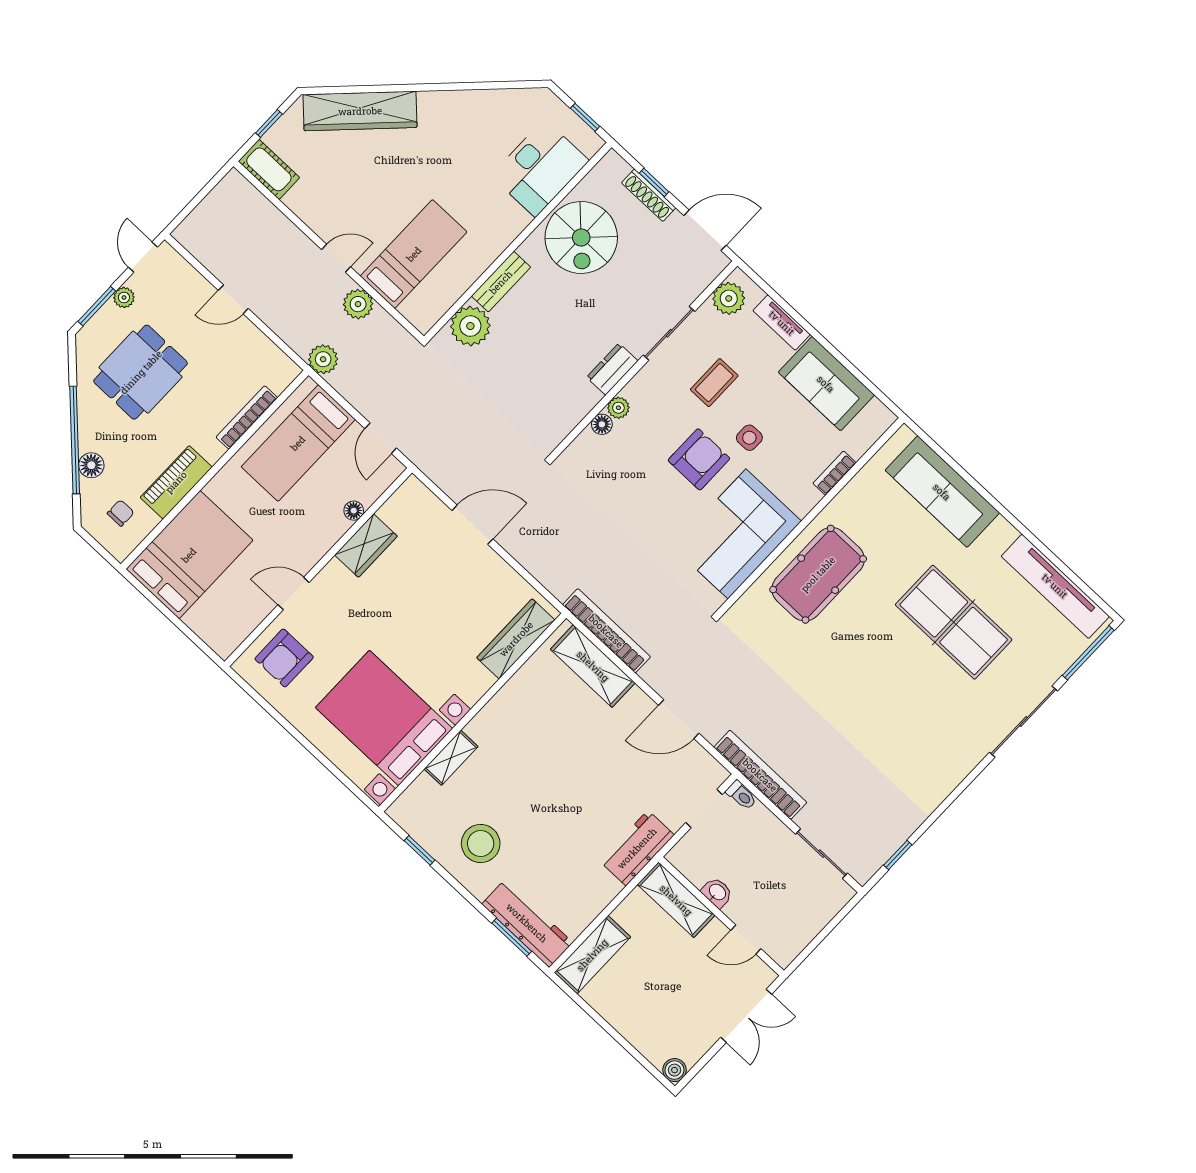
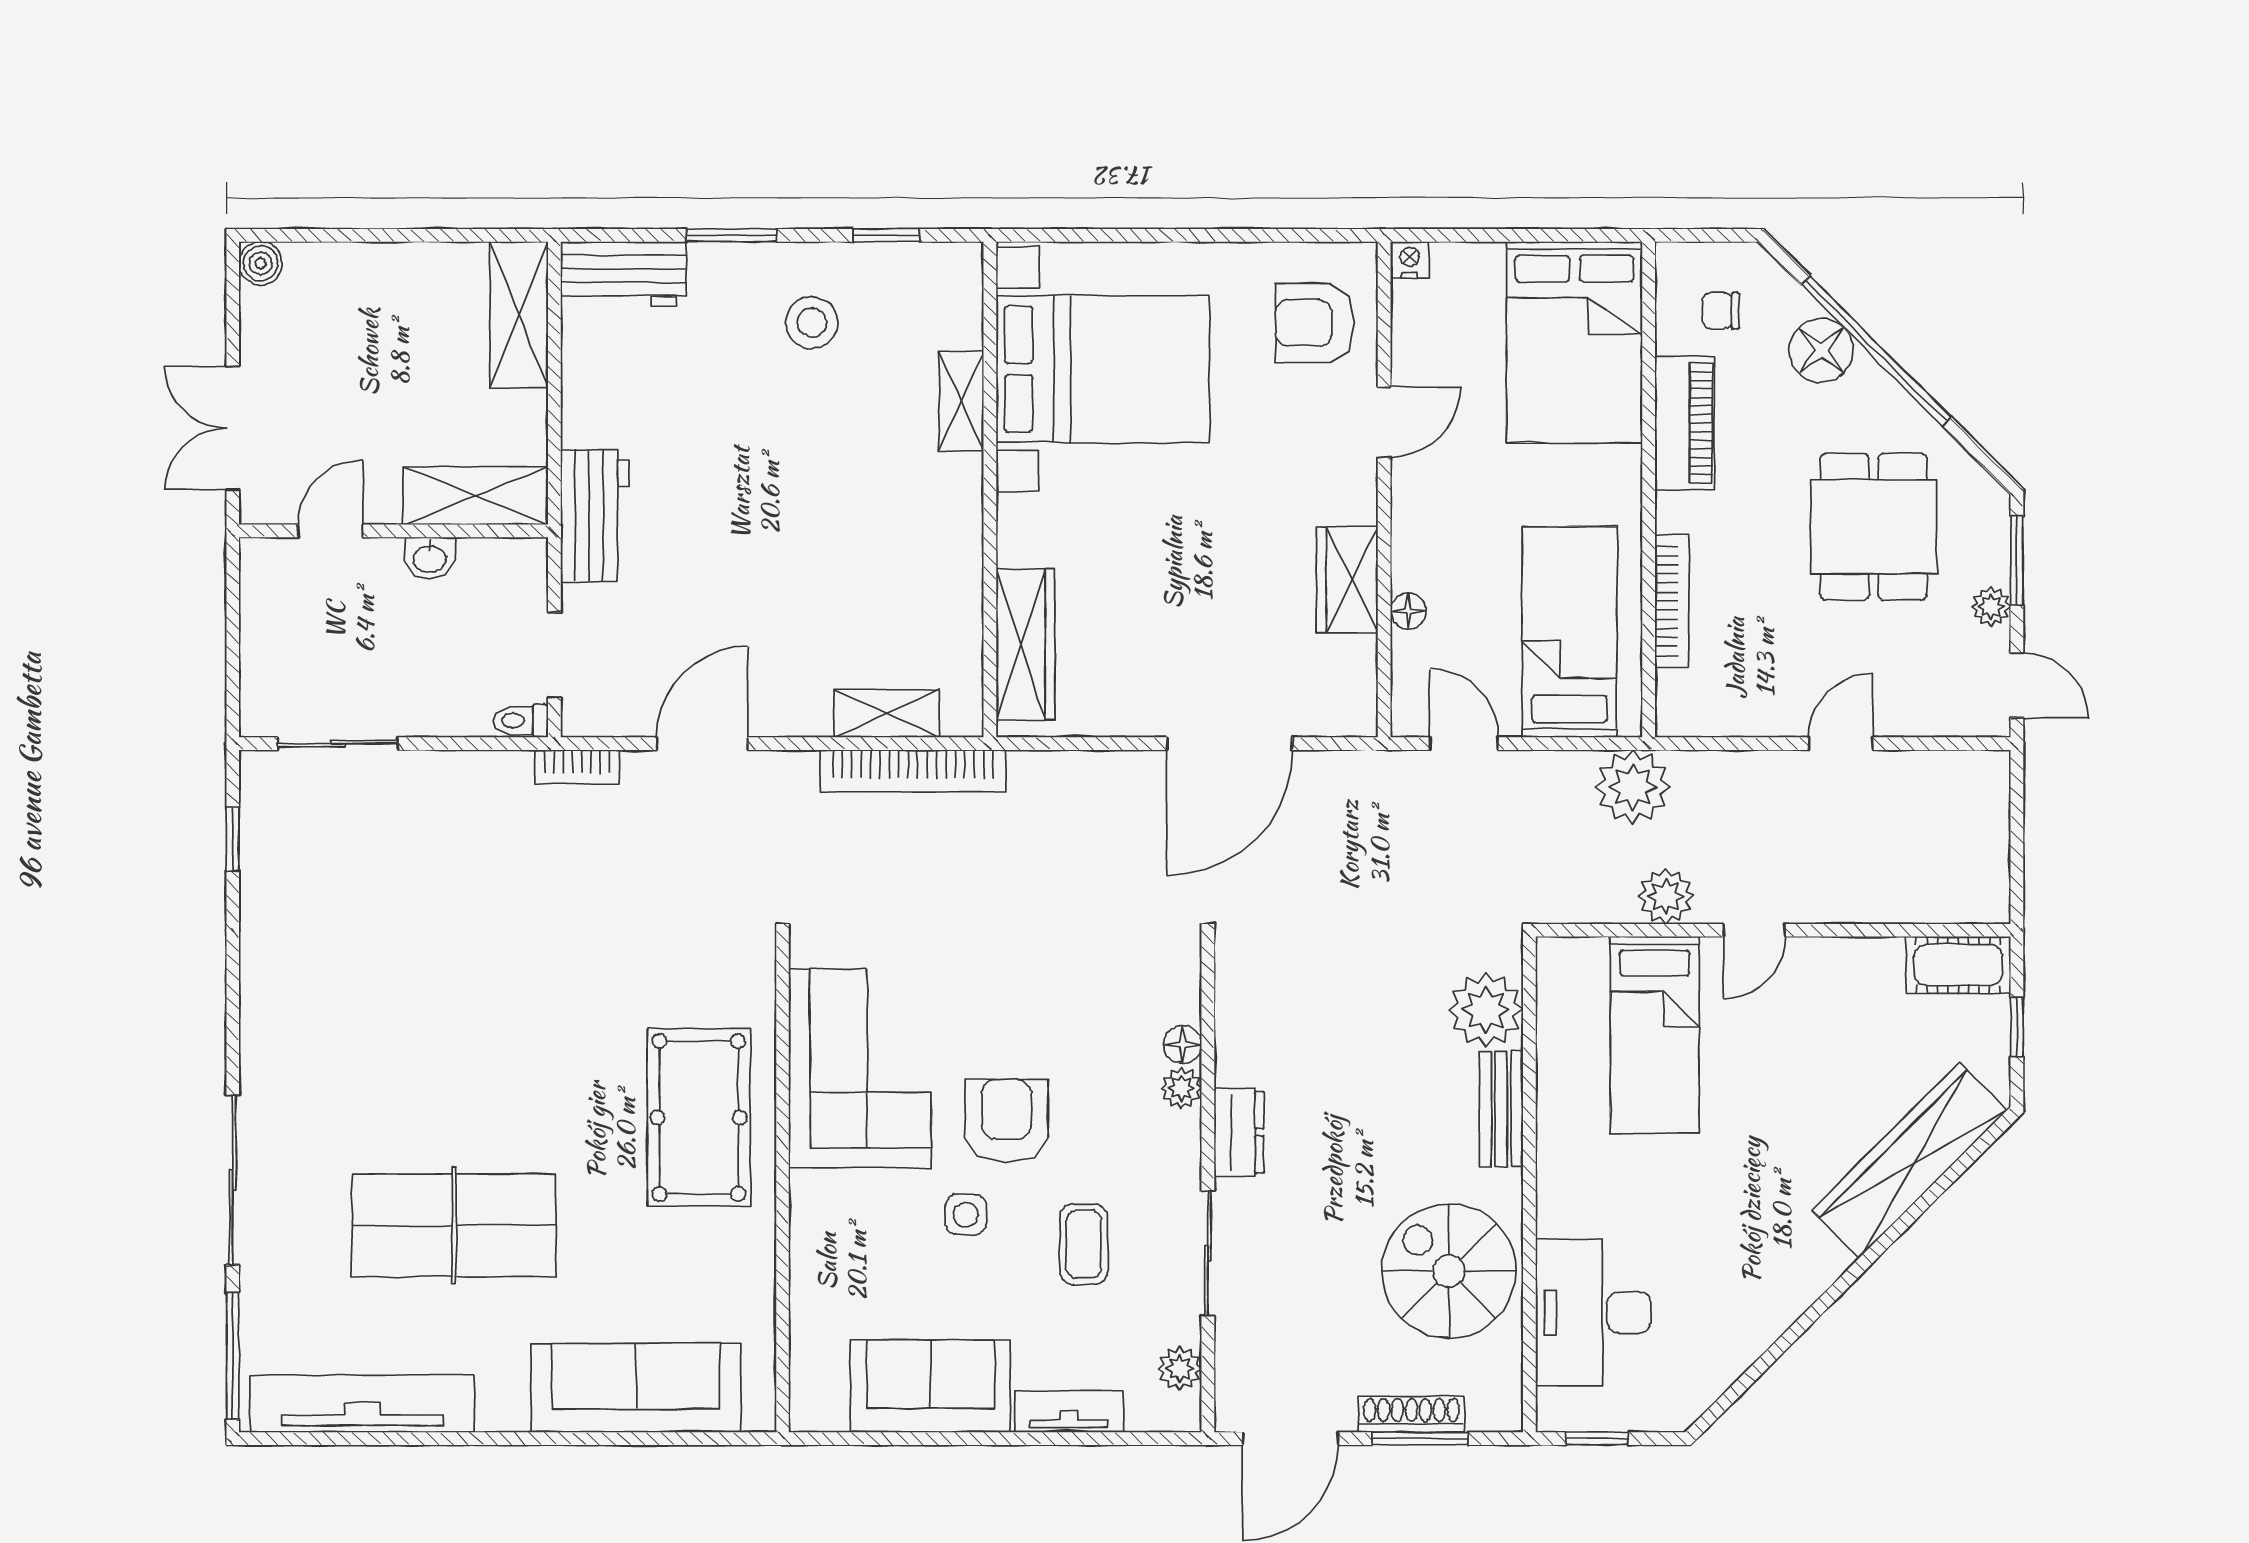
window: (654, 182) -> (1420, 1439), width x1.50
plant: (729, 298) -> (1180, 1368), width x0.73, depth x0.73
plant: (323, 359) -> (1633, 787), width x1.36, depth x1.36
armchair: (699, 459) -> (1006, 1121), turned 180
floor lamp: (91, 465) -> (1821, 350), width x1.38, depth x1.38
bookcase: (835, 473) -> (805, 1275), removed
chair: (121, 513) -> (1721, 311), turned 90
door: (472, 525) -> (1230, 744), width x1.36
nightstand: (224, 648) -> (1410, 260), added
armchair: (284, 658) -> (1315, 323), turned -90
shelving: (593, 666) -> (887, 714), width x0.67, depth x0.75
bookcase: (760, 775) -> (577, 767), width x0.43, depth x0.76
stool: (481, 844) -> (812, 323), width x0.73, depth x0.73
workbench: (527, 923) -> (623, 274), width x0.73
window: (512, 937) -> (732, 235), moved

